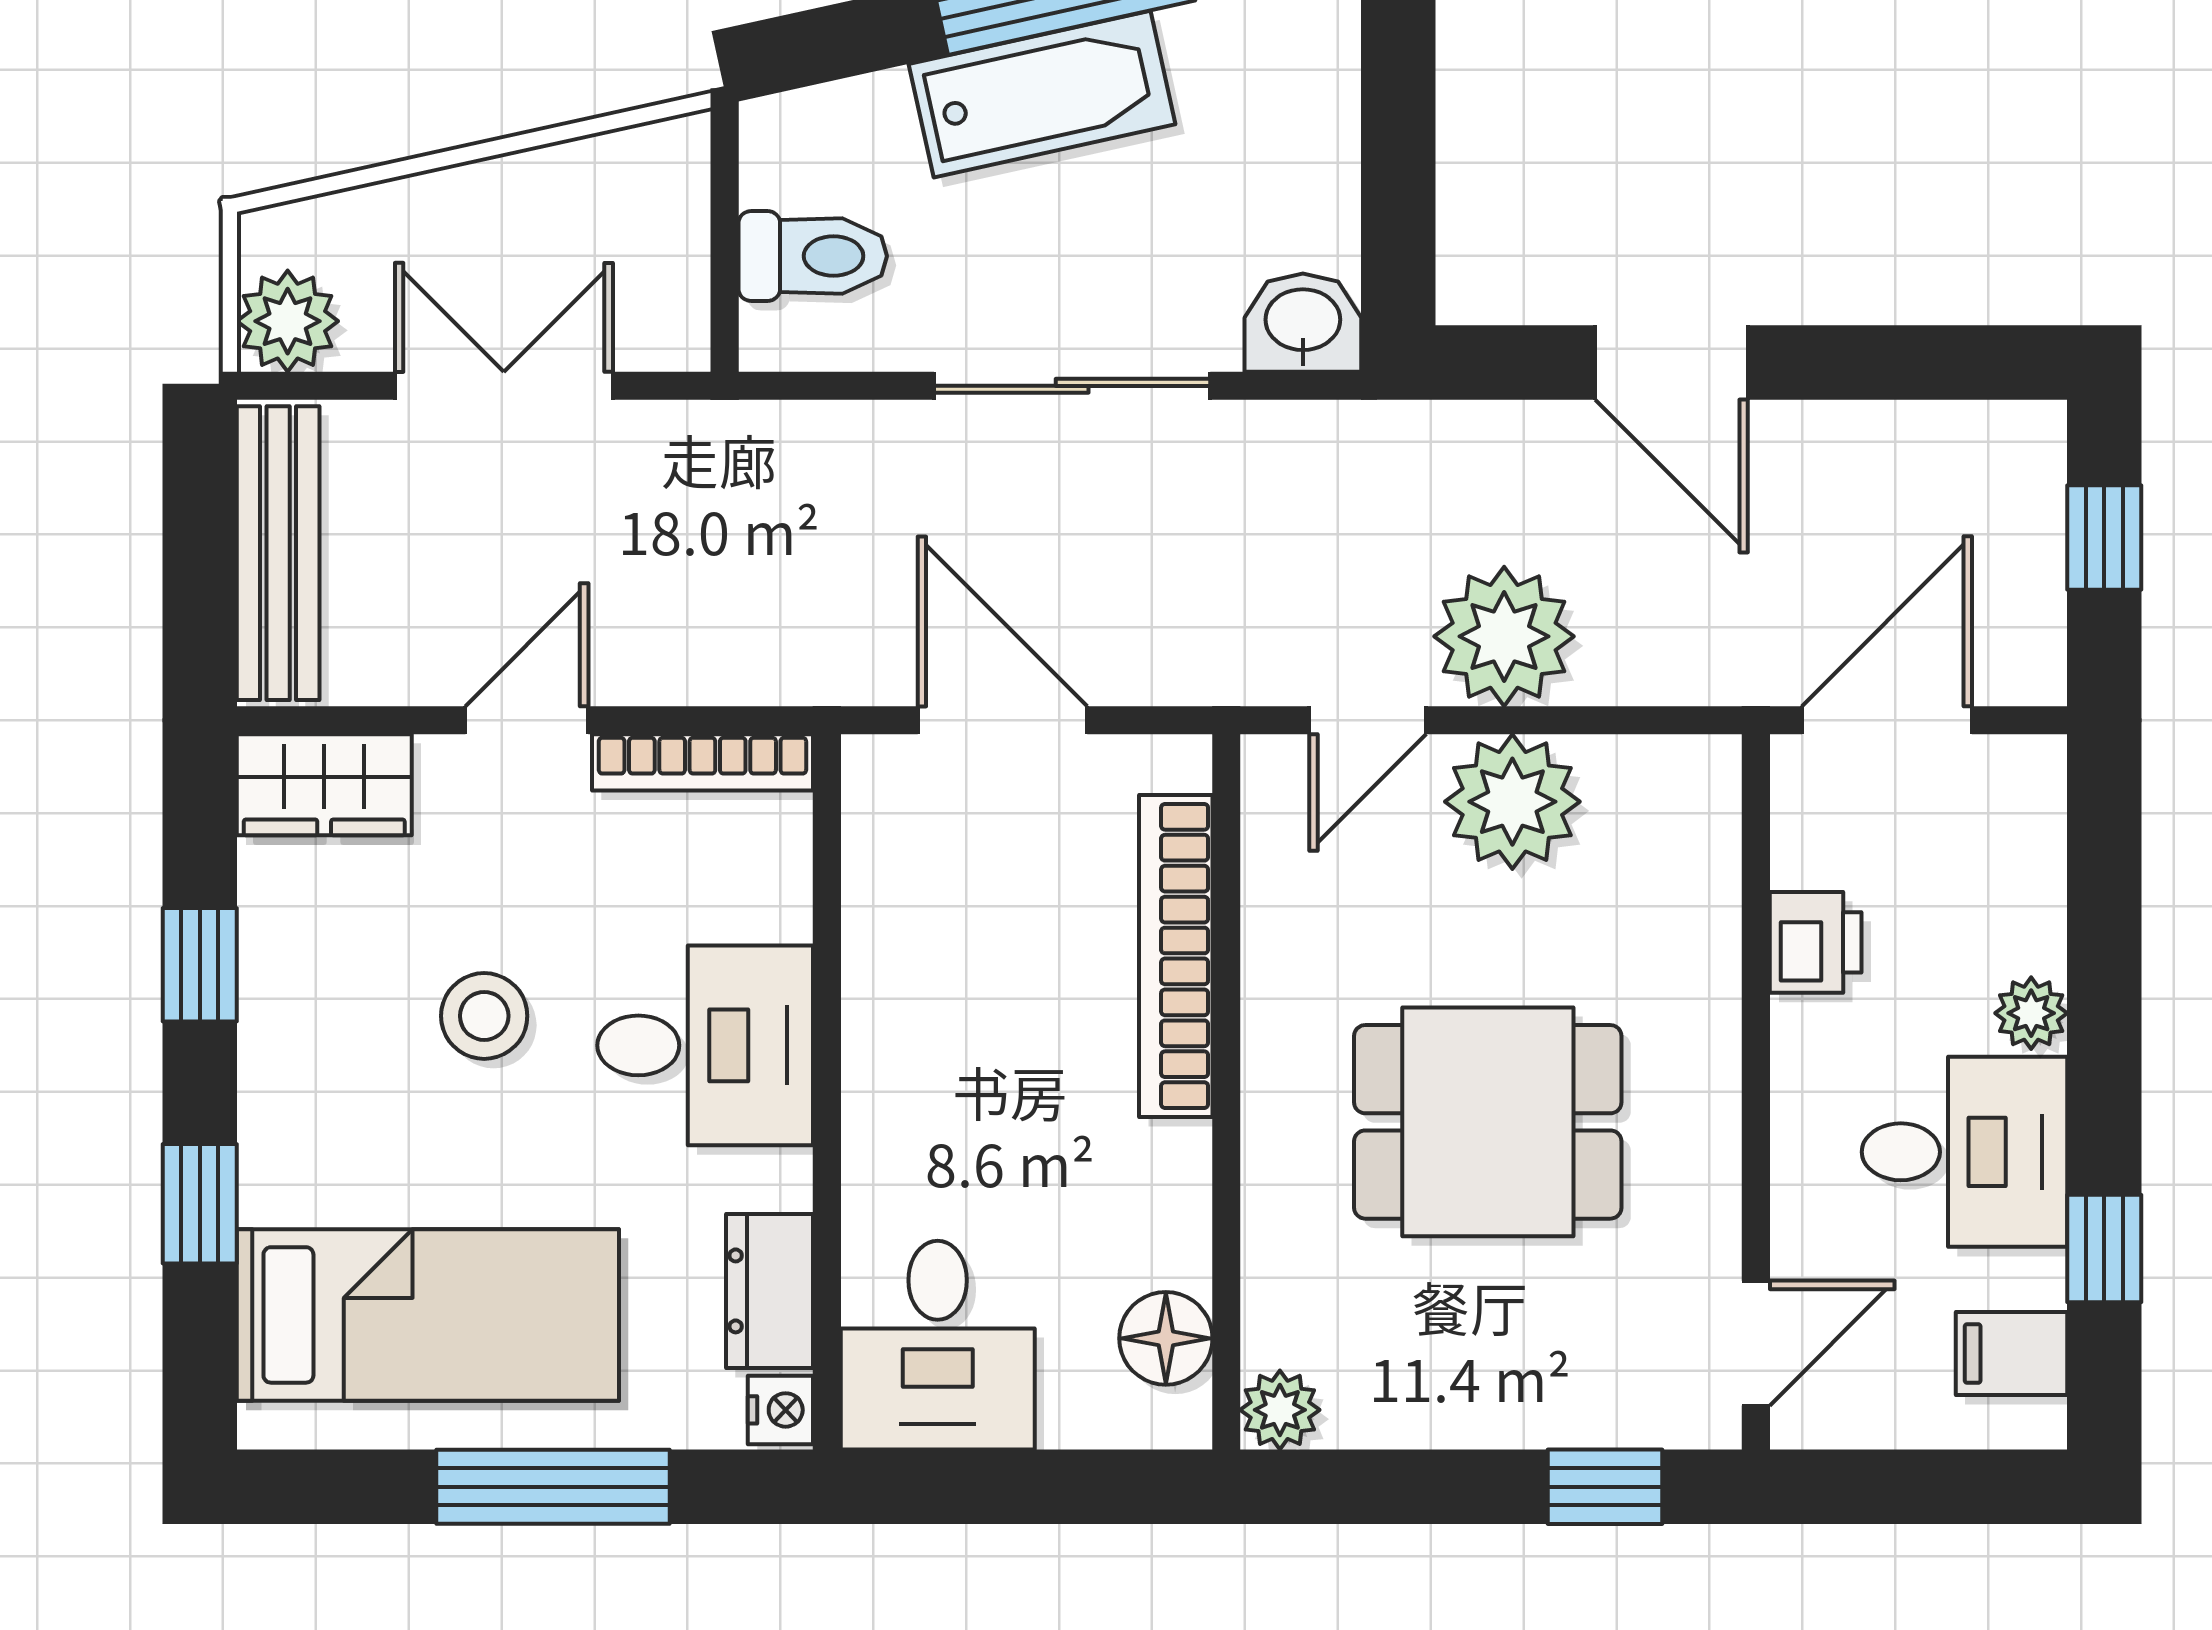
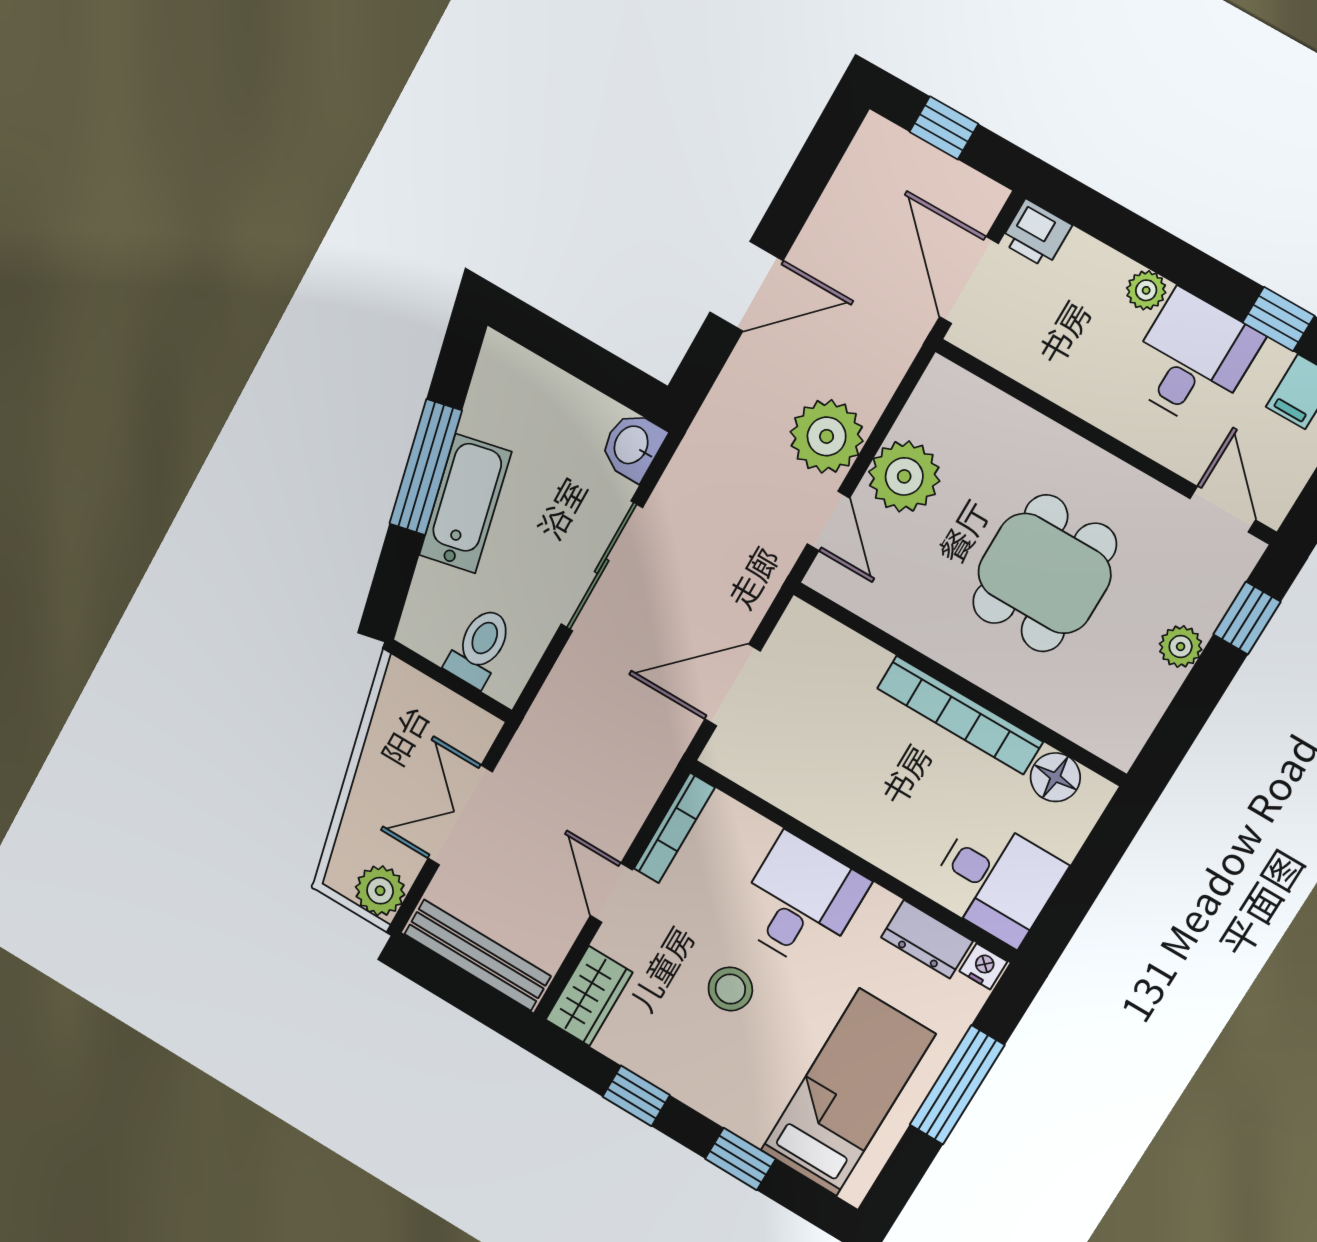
printer: (1816, 942) -> (1036, 234), moved, turned 180
bookcase: (1176, 956) -> (960, 715), moved
plant: (1280, 1410) -> (1181, 647), moved

